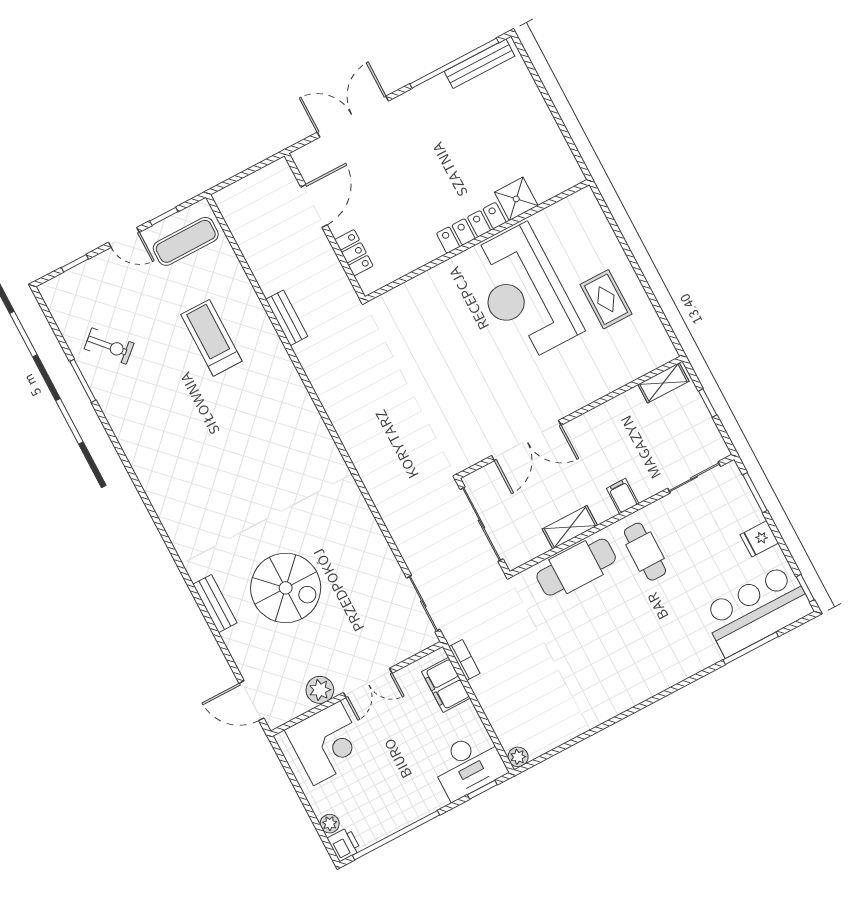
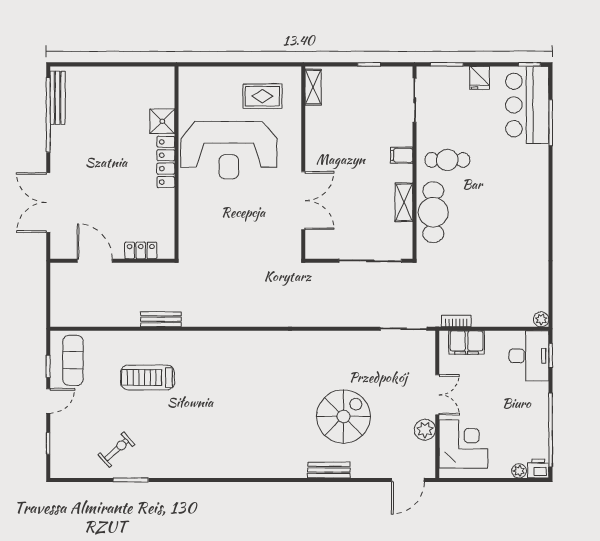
shelving: (663, 383) -> (313, 87), moved
wall: (570, 417) -> (303, 163), moved
double door: (526, 440) -> (303, 201), moved

